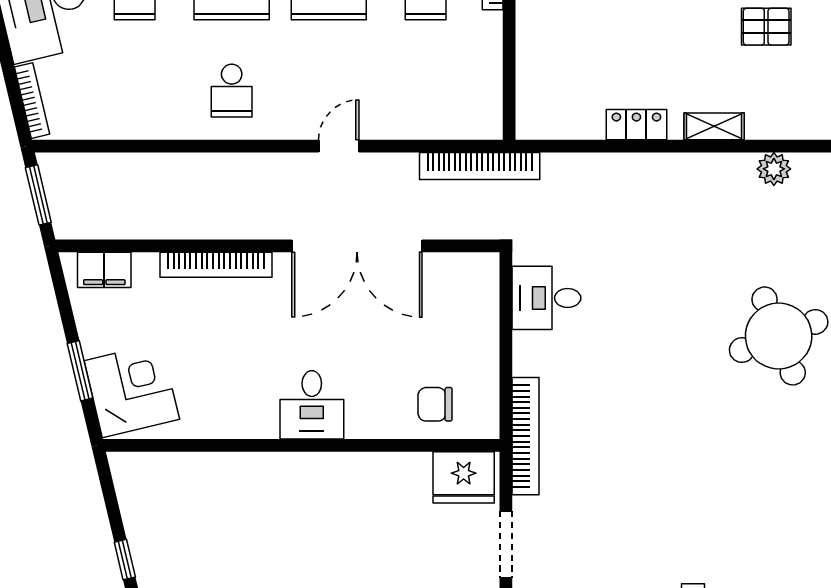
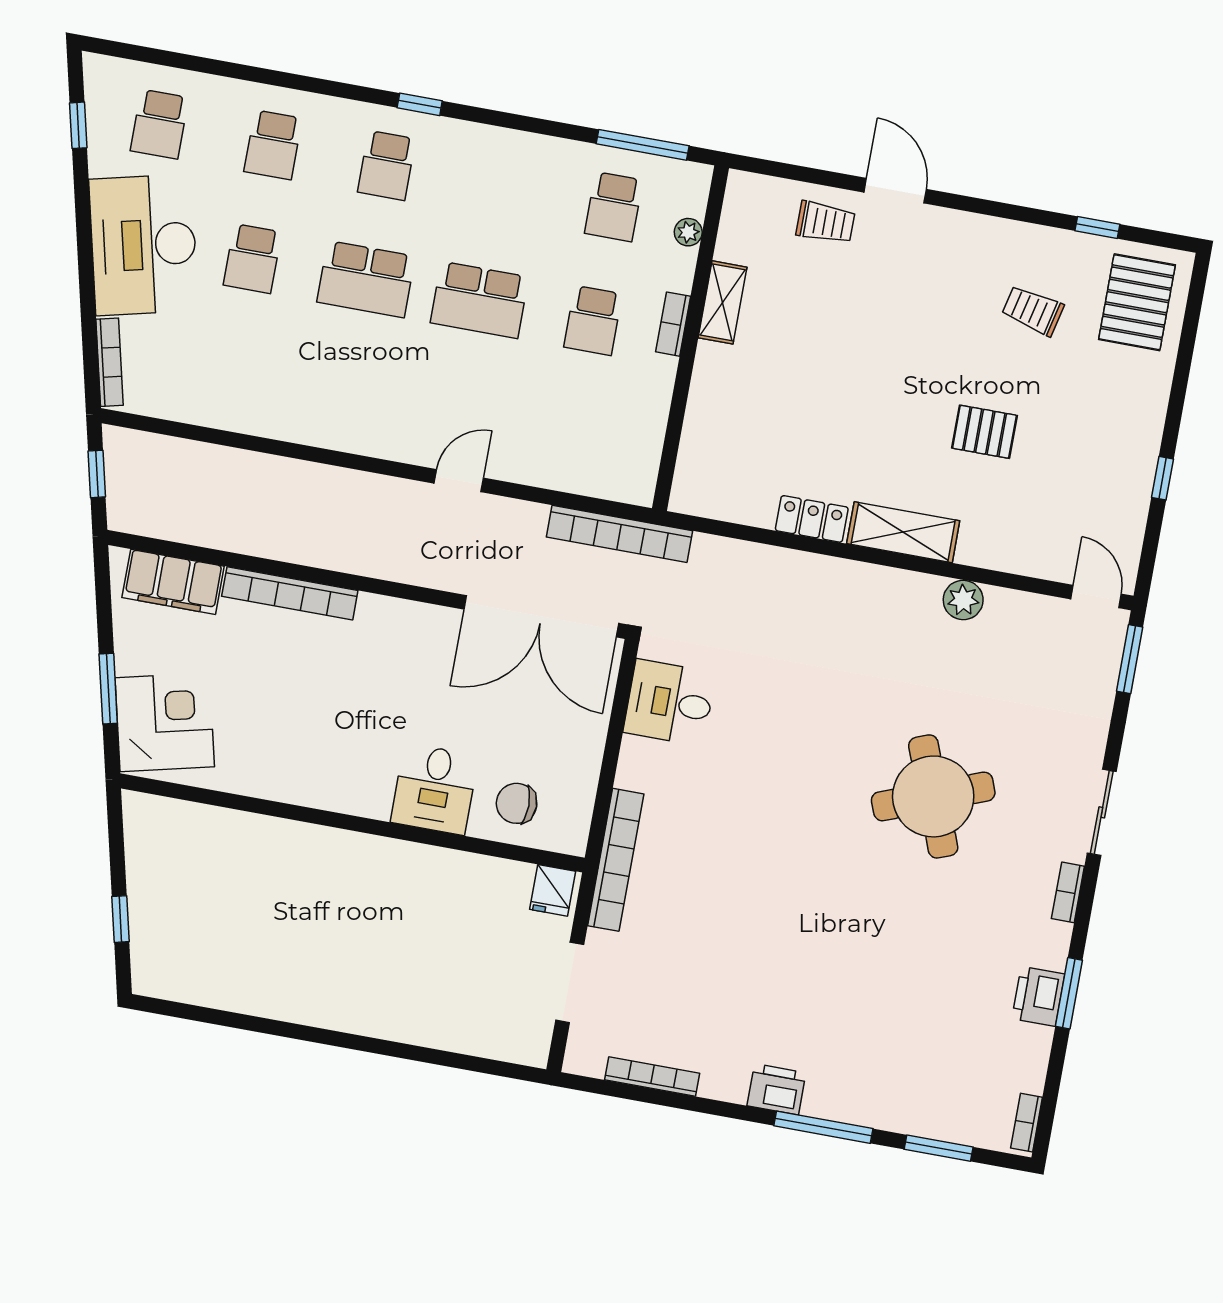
school desk: (232, 91) -> (345, 393), removed
shelving: (714, 126) -> (903, 532), width x1.50, depth x1.33
window: (38, 195) -> (97, 474), width x0.67
double door: (357, 246) -> (541, 616), moved
filing cabinet: (104, 270) -> (173, 582), width x1.50, depth x1.17
desk: (312, 405) -> (434, 789), moved
fridge: (464, 477) -> (553, 890), width x0.53, depth x0.75

